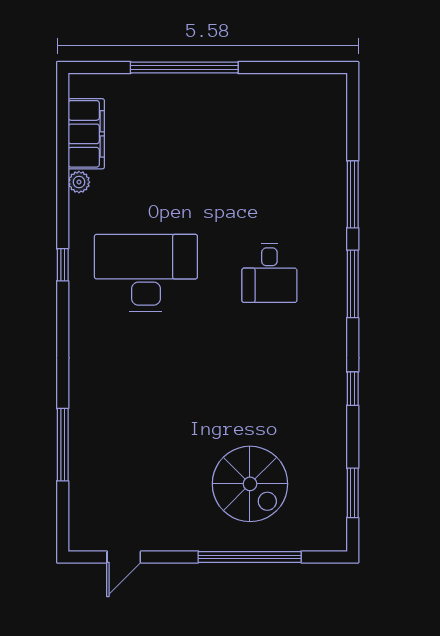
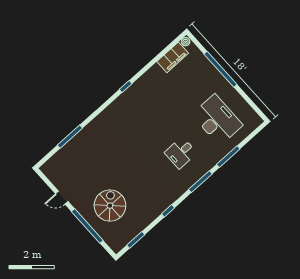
plant: (79, 182) -> (186, 42), moved
desk: (146, 273) -> (217, 120), moved
spiral stairs: (250, 484) -> (110, 206), turned 180
door: (124, 557) -> (62, 198), moved

